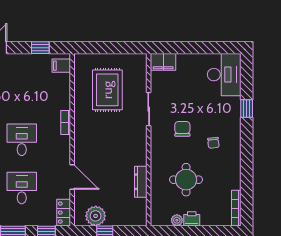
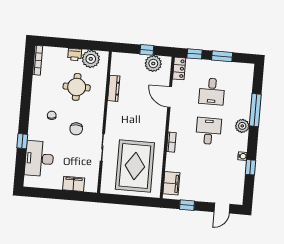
filing cabinet: (163, 62) -> (74, 184), moved
filing cabinet: (61, 66) -> (171, 183), width x2.00
desk: (224, 75) -> (39, 159), moved
rug: (107, 90) -> (135, 166), width x1.37, depth x1.44
desk: (22, 140) -> (209, 131), turned 180
plant: (177, 220) -> (91, 59), width x1.88, depth x1.88

